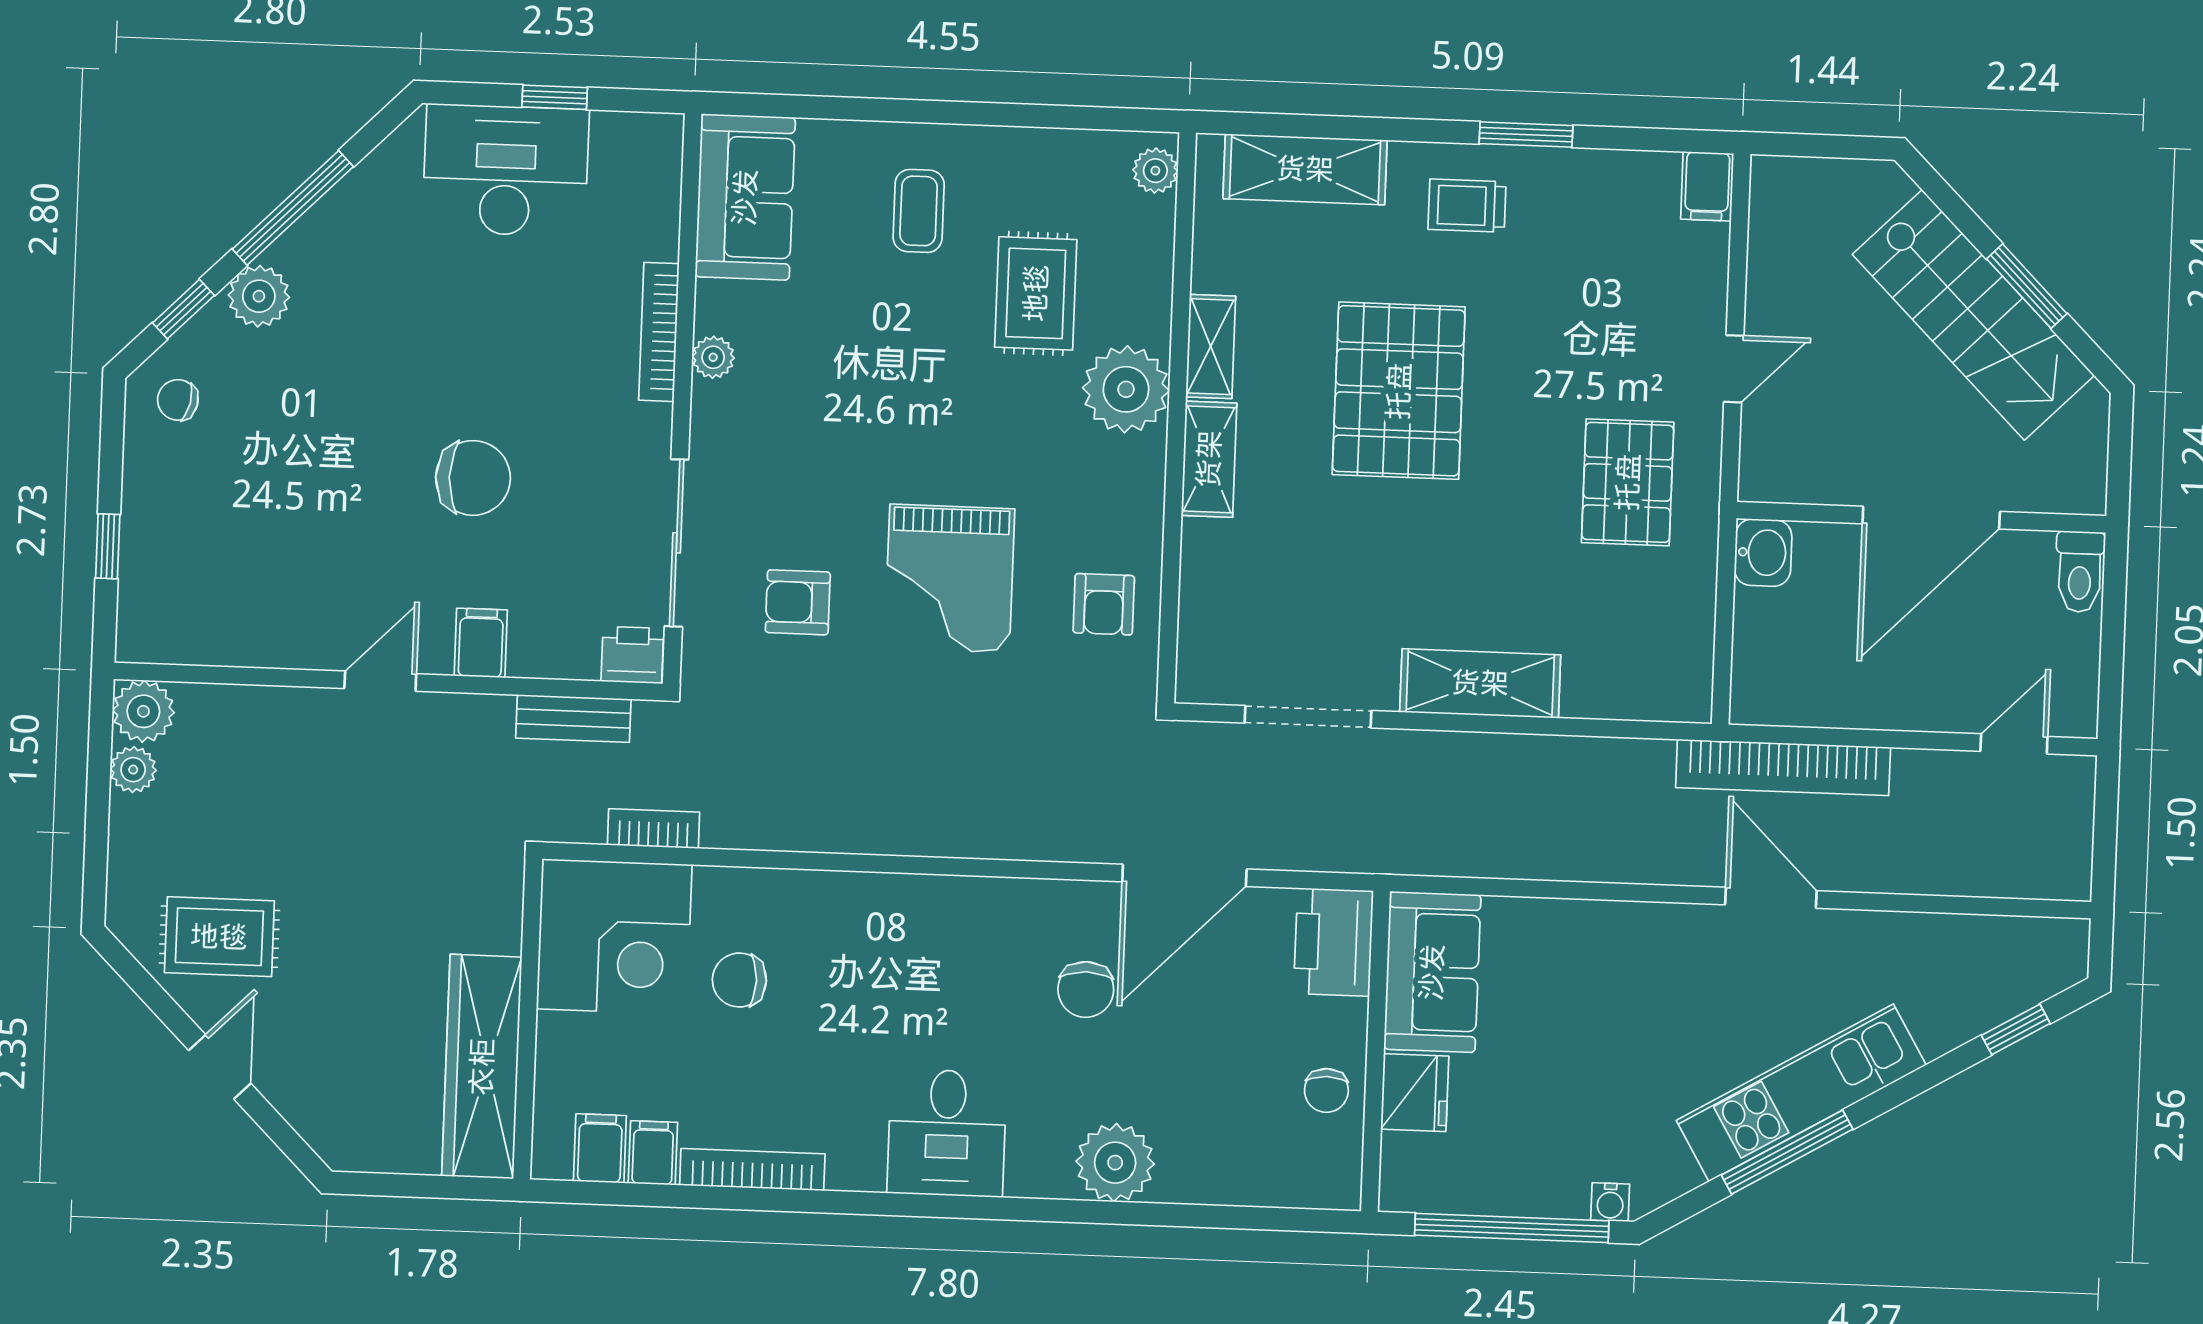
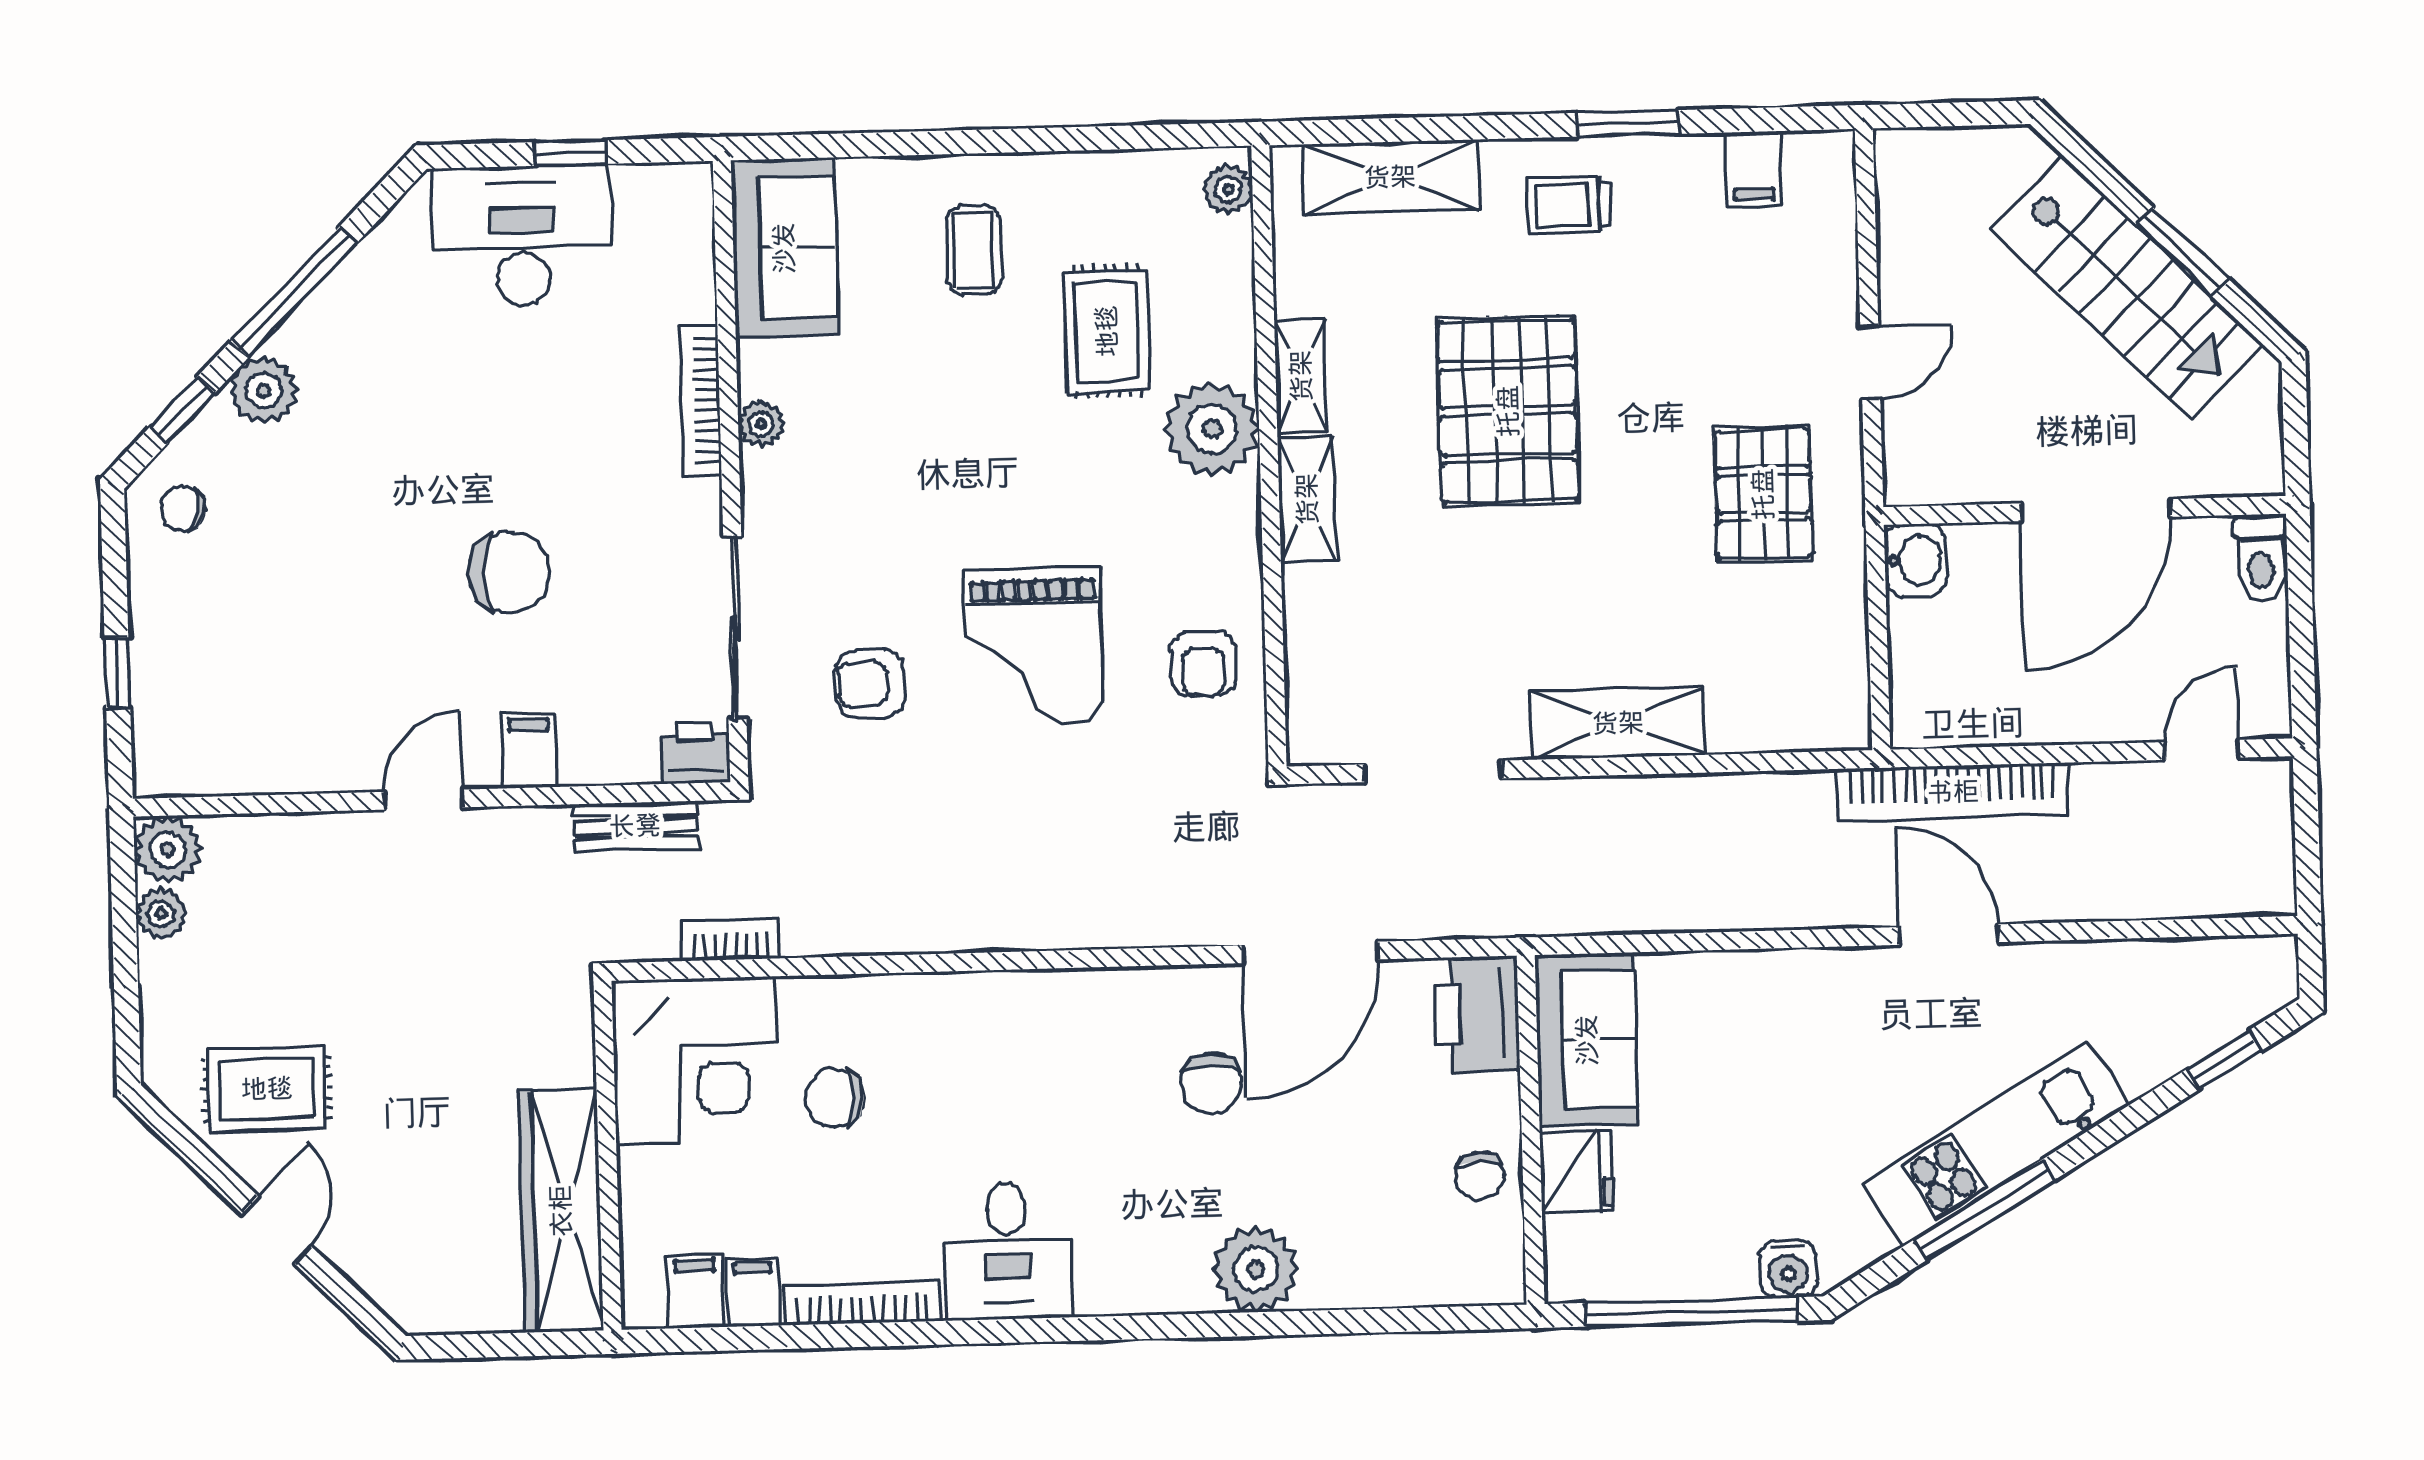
filing cabinet: (1707, 186) -> (1754, 169), moved
desk: (947, 1133) -> (1007, 1251), moved
water cooler: (1610, 1202) -> (1788, 1269), width x1.38, depth x1.38

